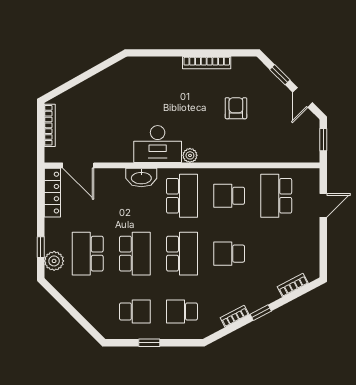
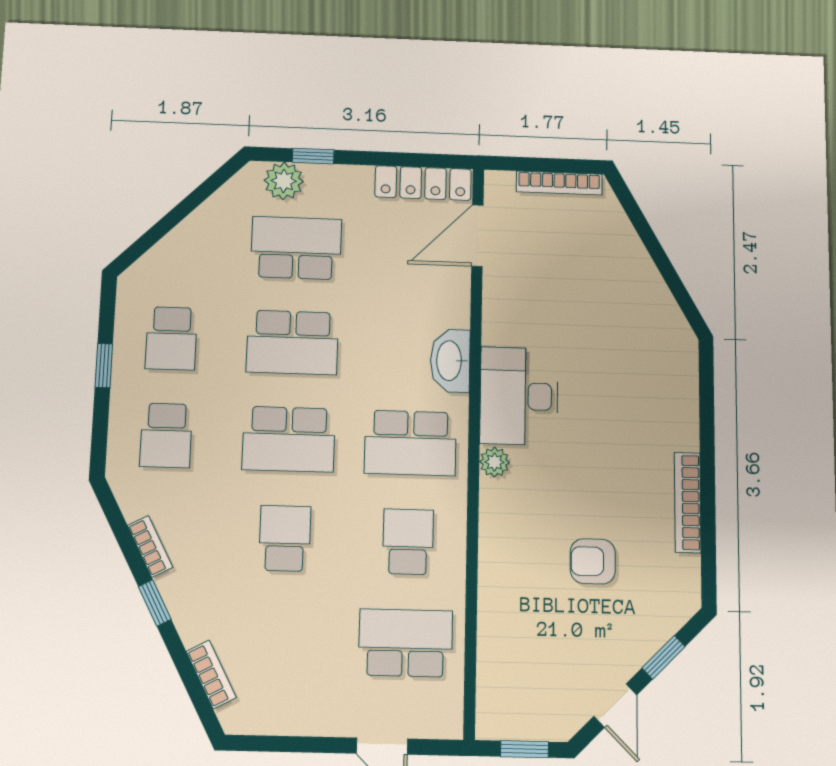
door: (303, 97) -> (615, 706), swing flipped
armchair: (236, 108) -> (593, 561), turned 180
school desk: (182, 311) -> (166, 435), turned 180

